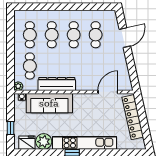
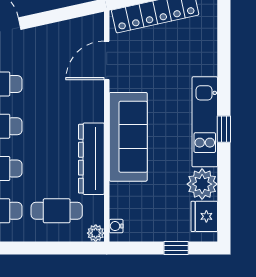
door: (108, 92) -> (107, 60), hinge flipped
sofa: (49, 103) -> (128, 137), moved
kitchen unit: (84, 143) -> (205, 122), width x0.73

